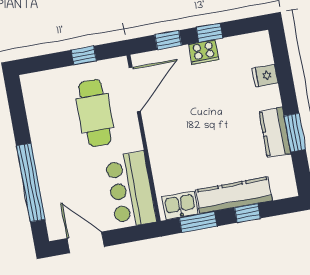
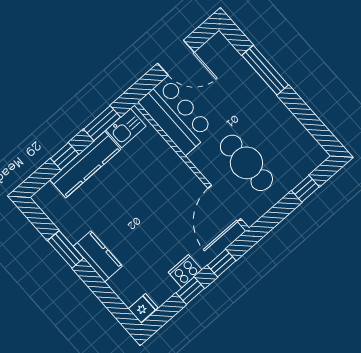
window: (84, 55) -> (305, 189), moved
fridge: (265, 76) -> (143, 308), moved
kitchen counter: (275, 132) -> (98, 256), moved
window: (31, 183) -> (265, 70), width x0.68
door: (86, 242) -> (176, 58), moved

